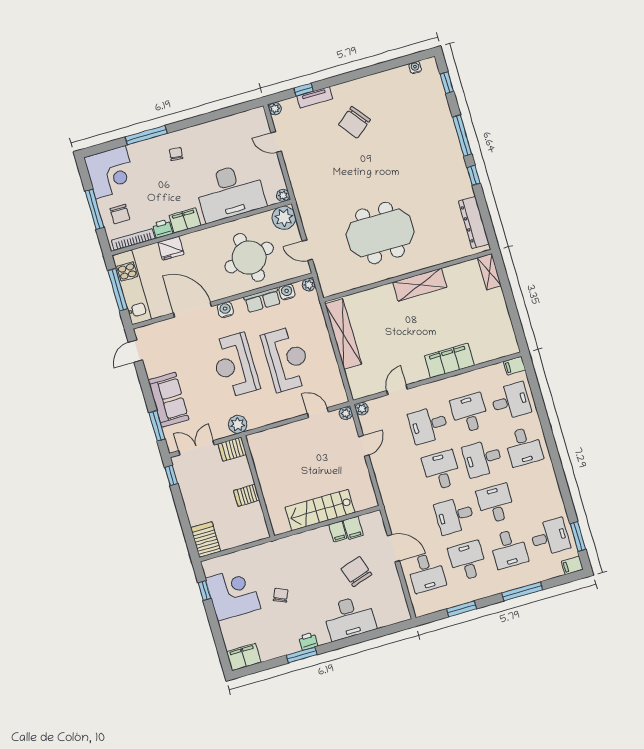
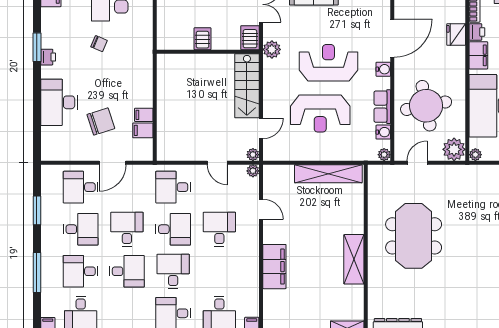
desk: (470, 413) -> (173, 187), moved, turned 180
stairs: (320, 510) -> (247, 86), moved, turned 180

